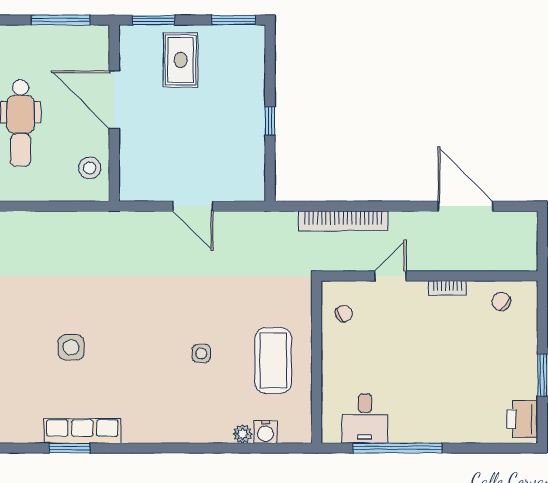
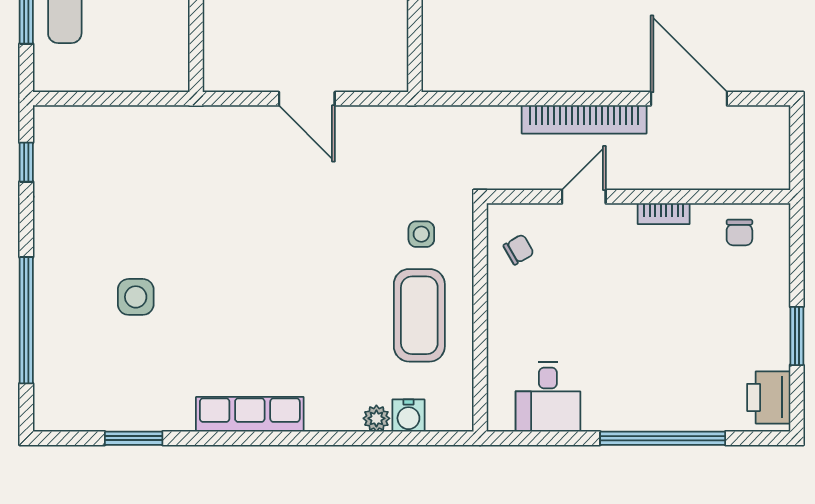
stool: (90, 168) -> (162, 45), removed
bookcase: (343, 221) -> (584, 119), moved
chair: (501, 301) -> (739, 232), turned -127
side table: (201, 353) -> (421, 234), moved
row of seats: (82, 431) -> (250, 414), moved
window: (397, 448) -> (663, 438), moved

